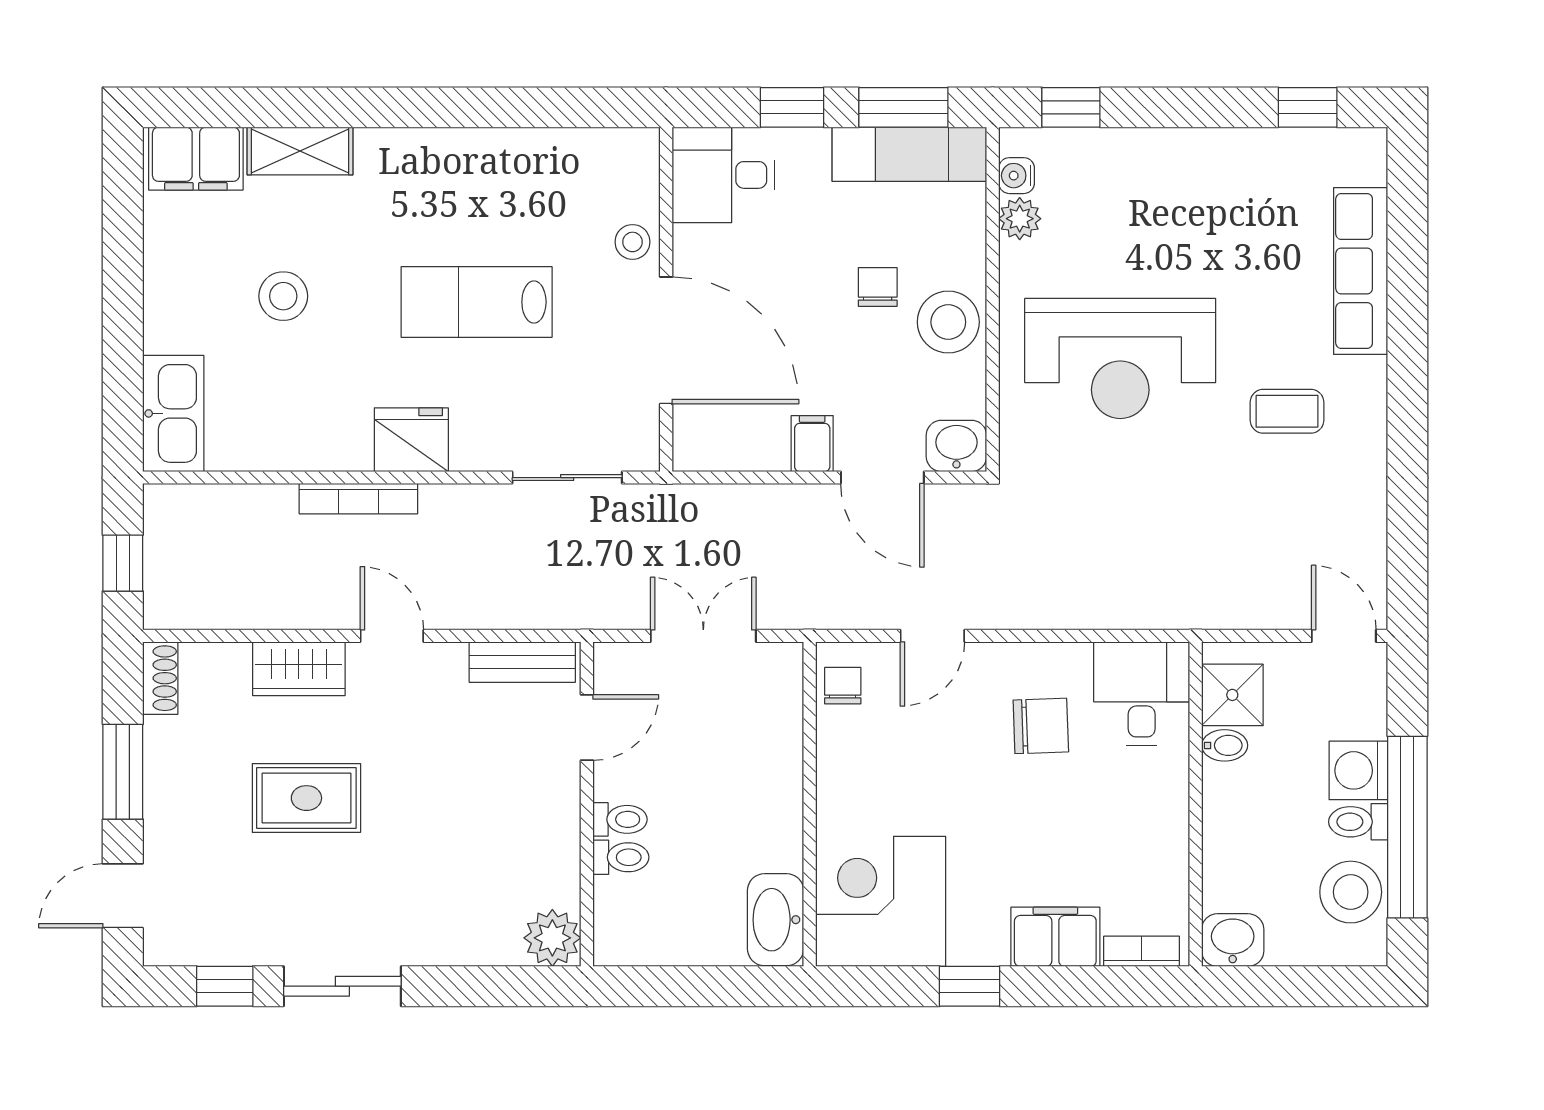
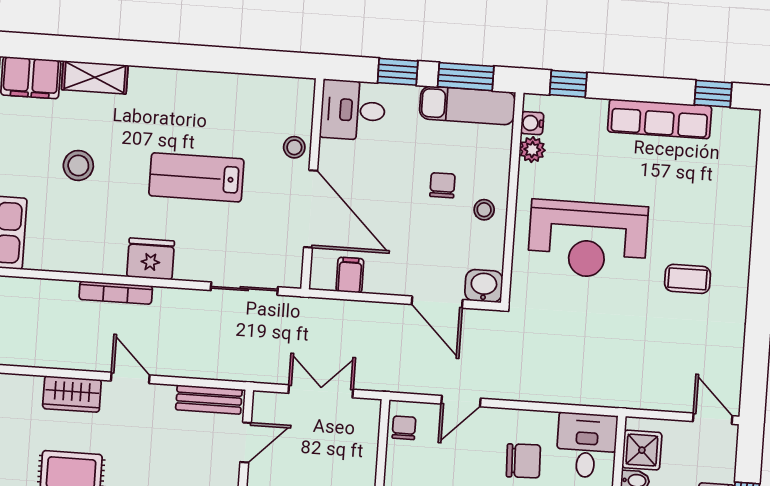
row of seats: (1361, 271) -> (660, 119), moved, turned -90
stool: (948, 322) -> (484, 210), width x0.53, depth x0.53
filing cabinet: (812, 444) -> (350, 275), moved

